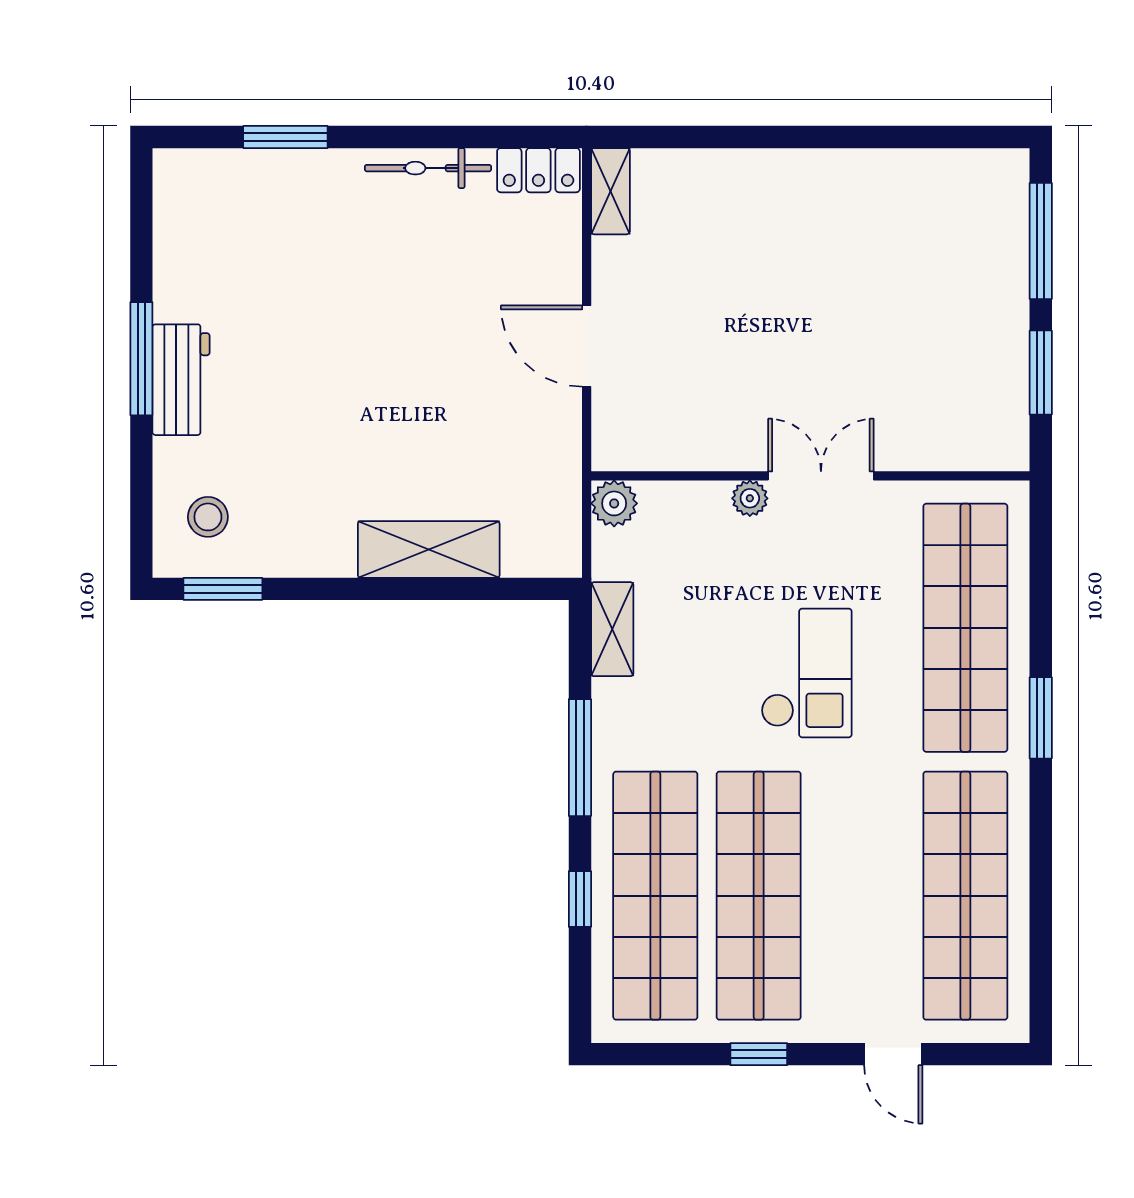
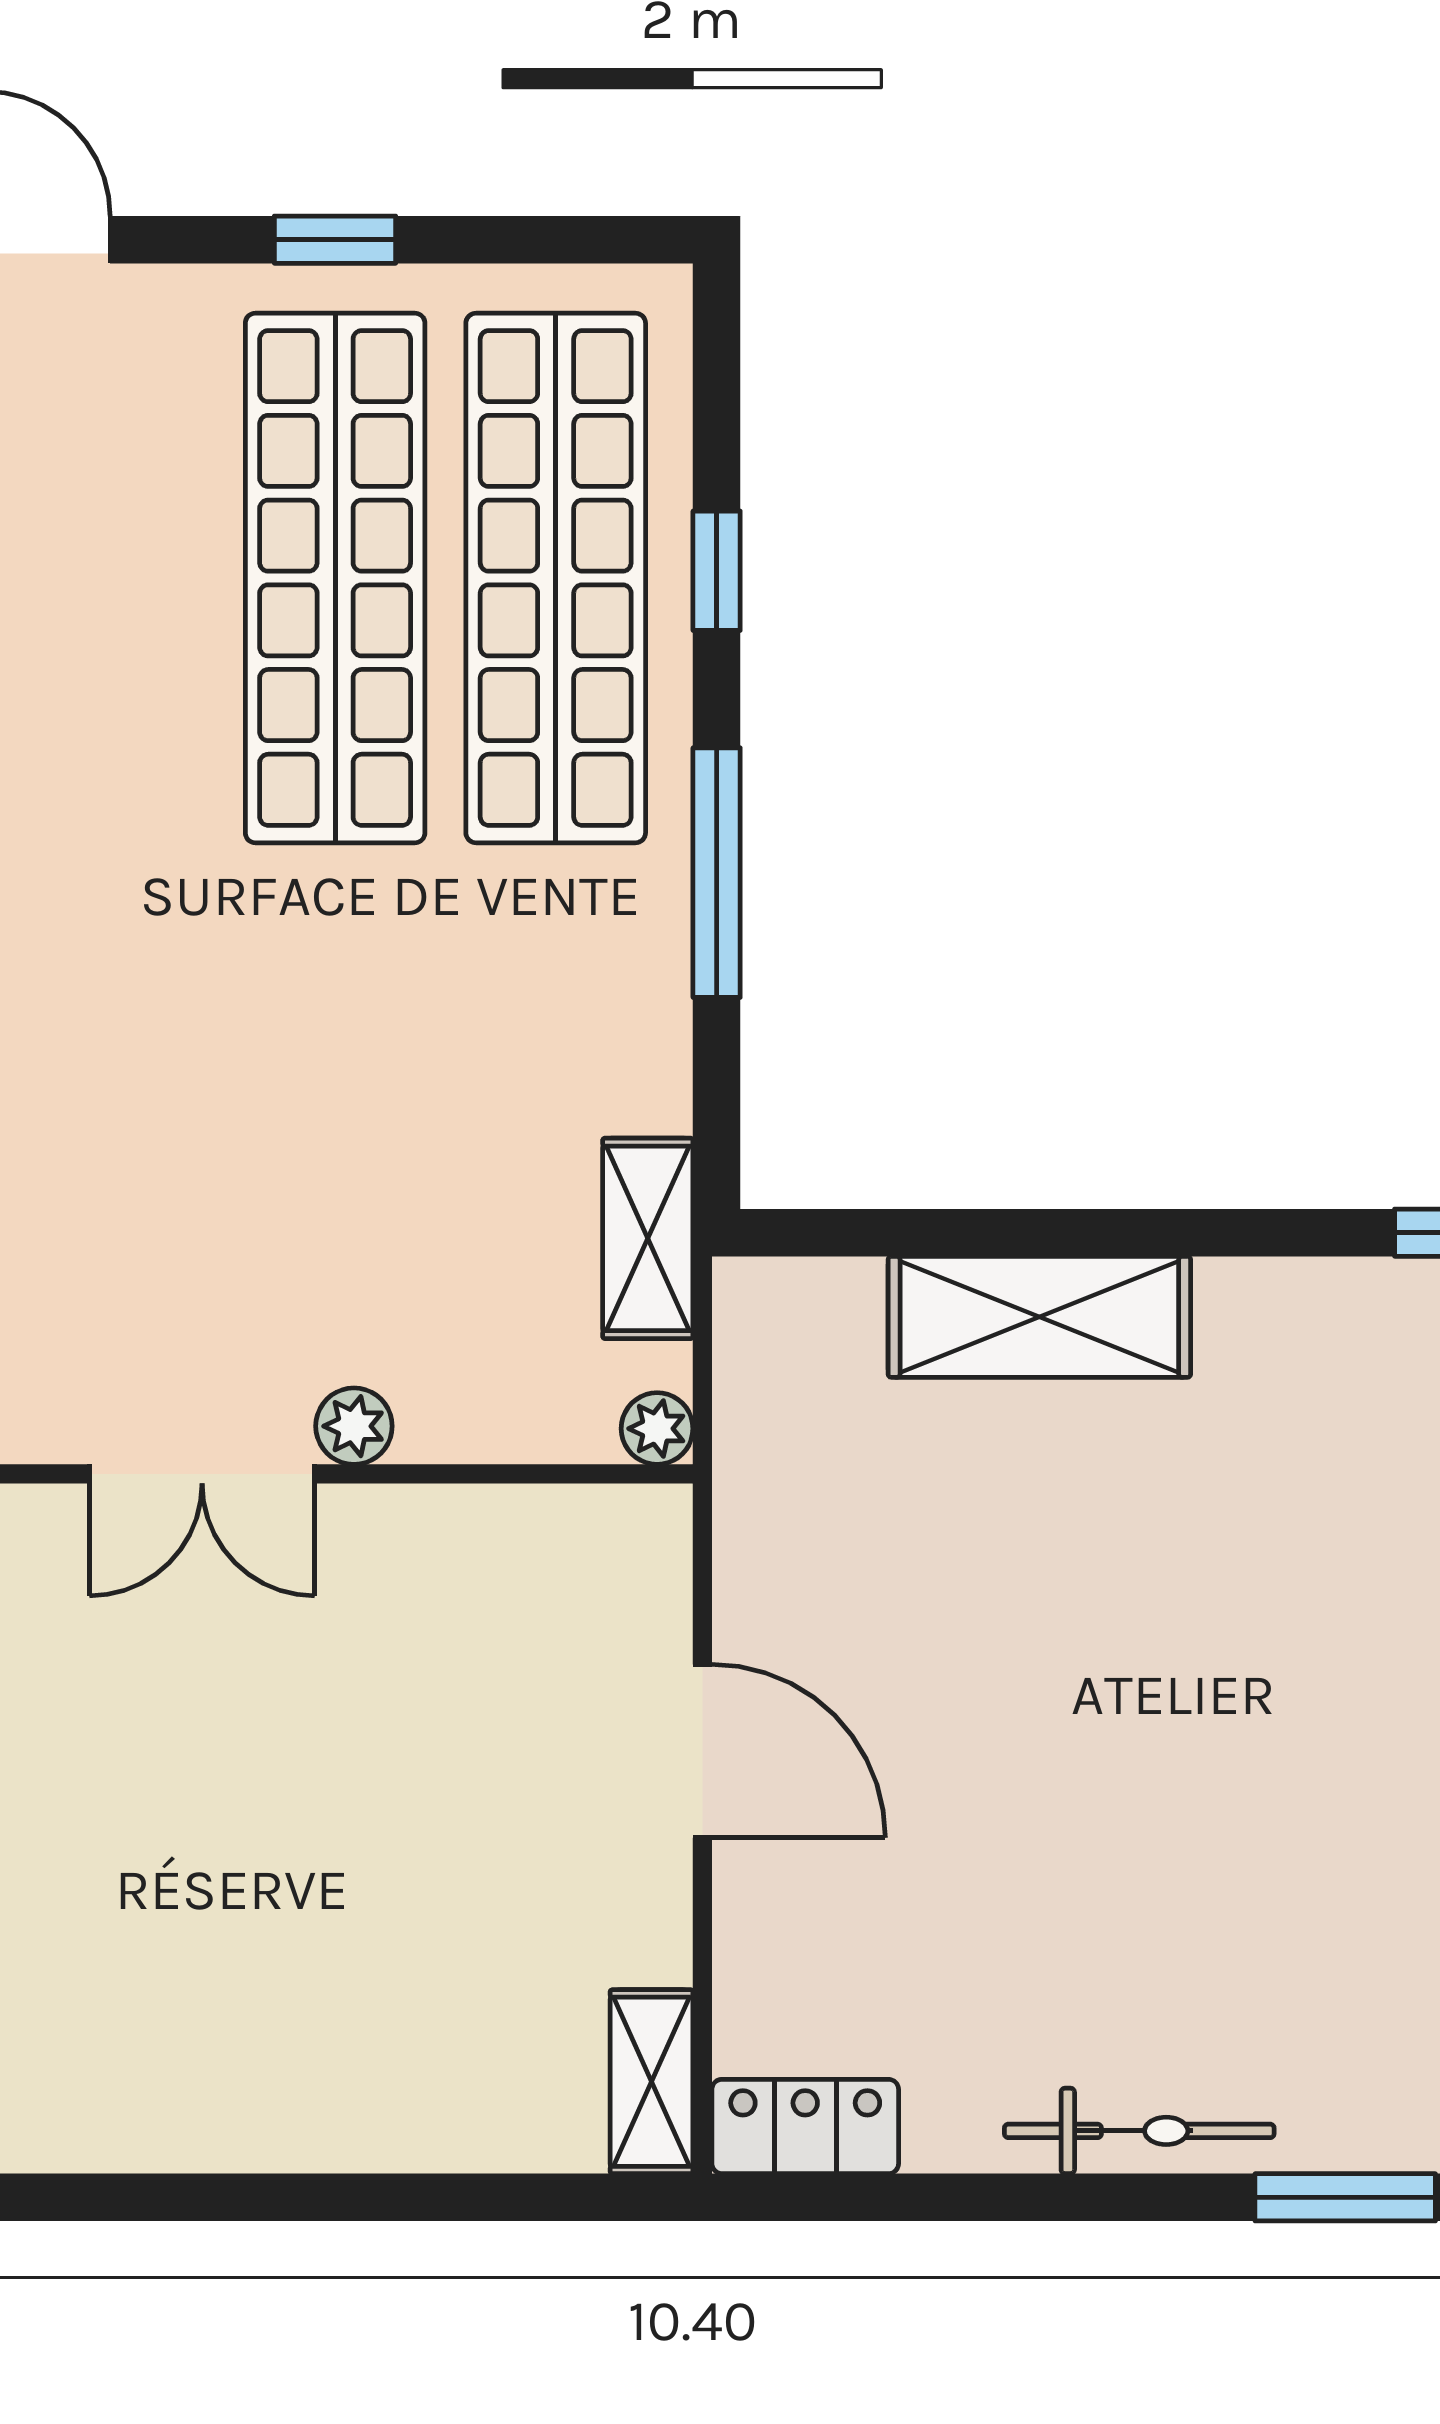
bicycle: (428, 168) -> (1139, 2131), moved
plant: (614, 503) -> (657, 1429), width x0.73, depth x0.73
shelving: (612, 629) -> (648, 1238), moved
checkout: (806, 673) -> (233, 1053), removed

